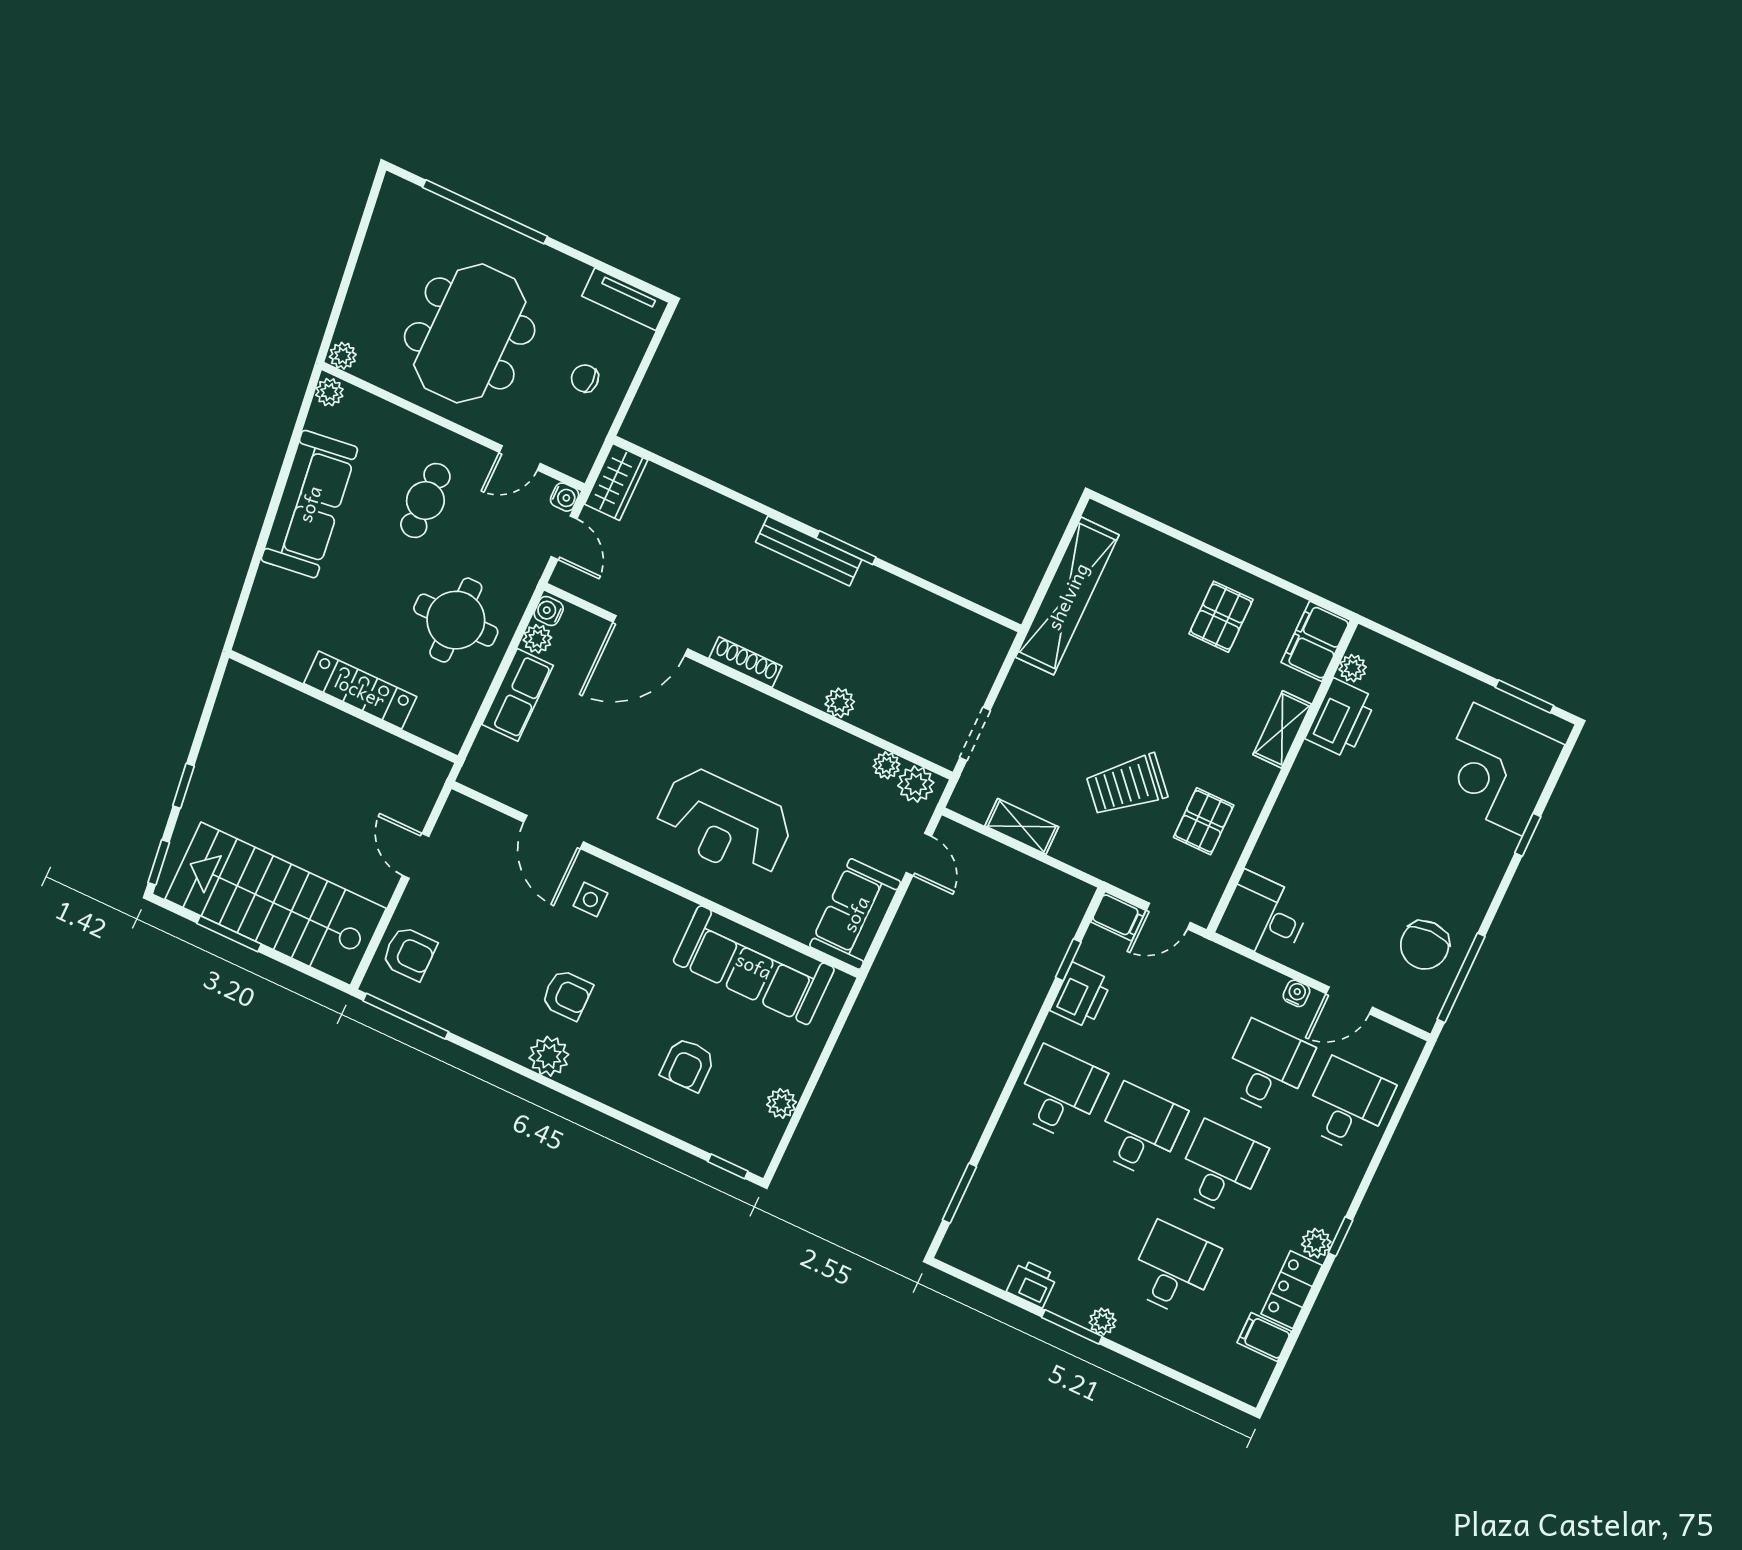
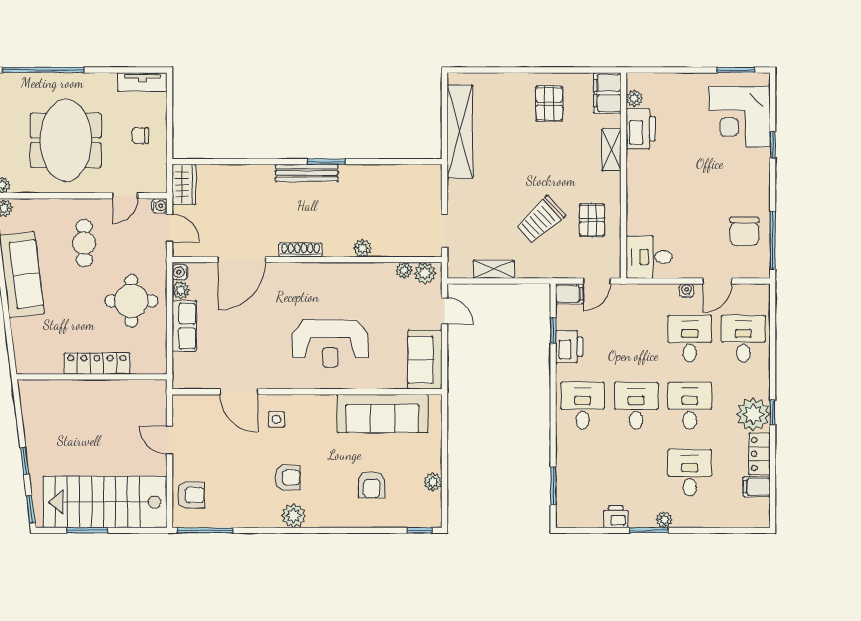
plant: (1316, 1243) -> (753, 414), width x1.88, depth x1.88

